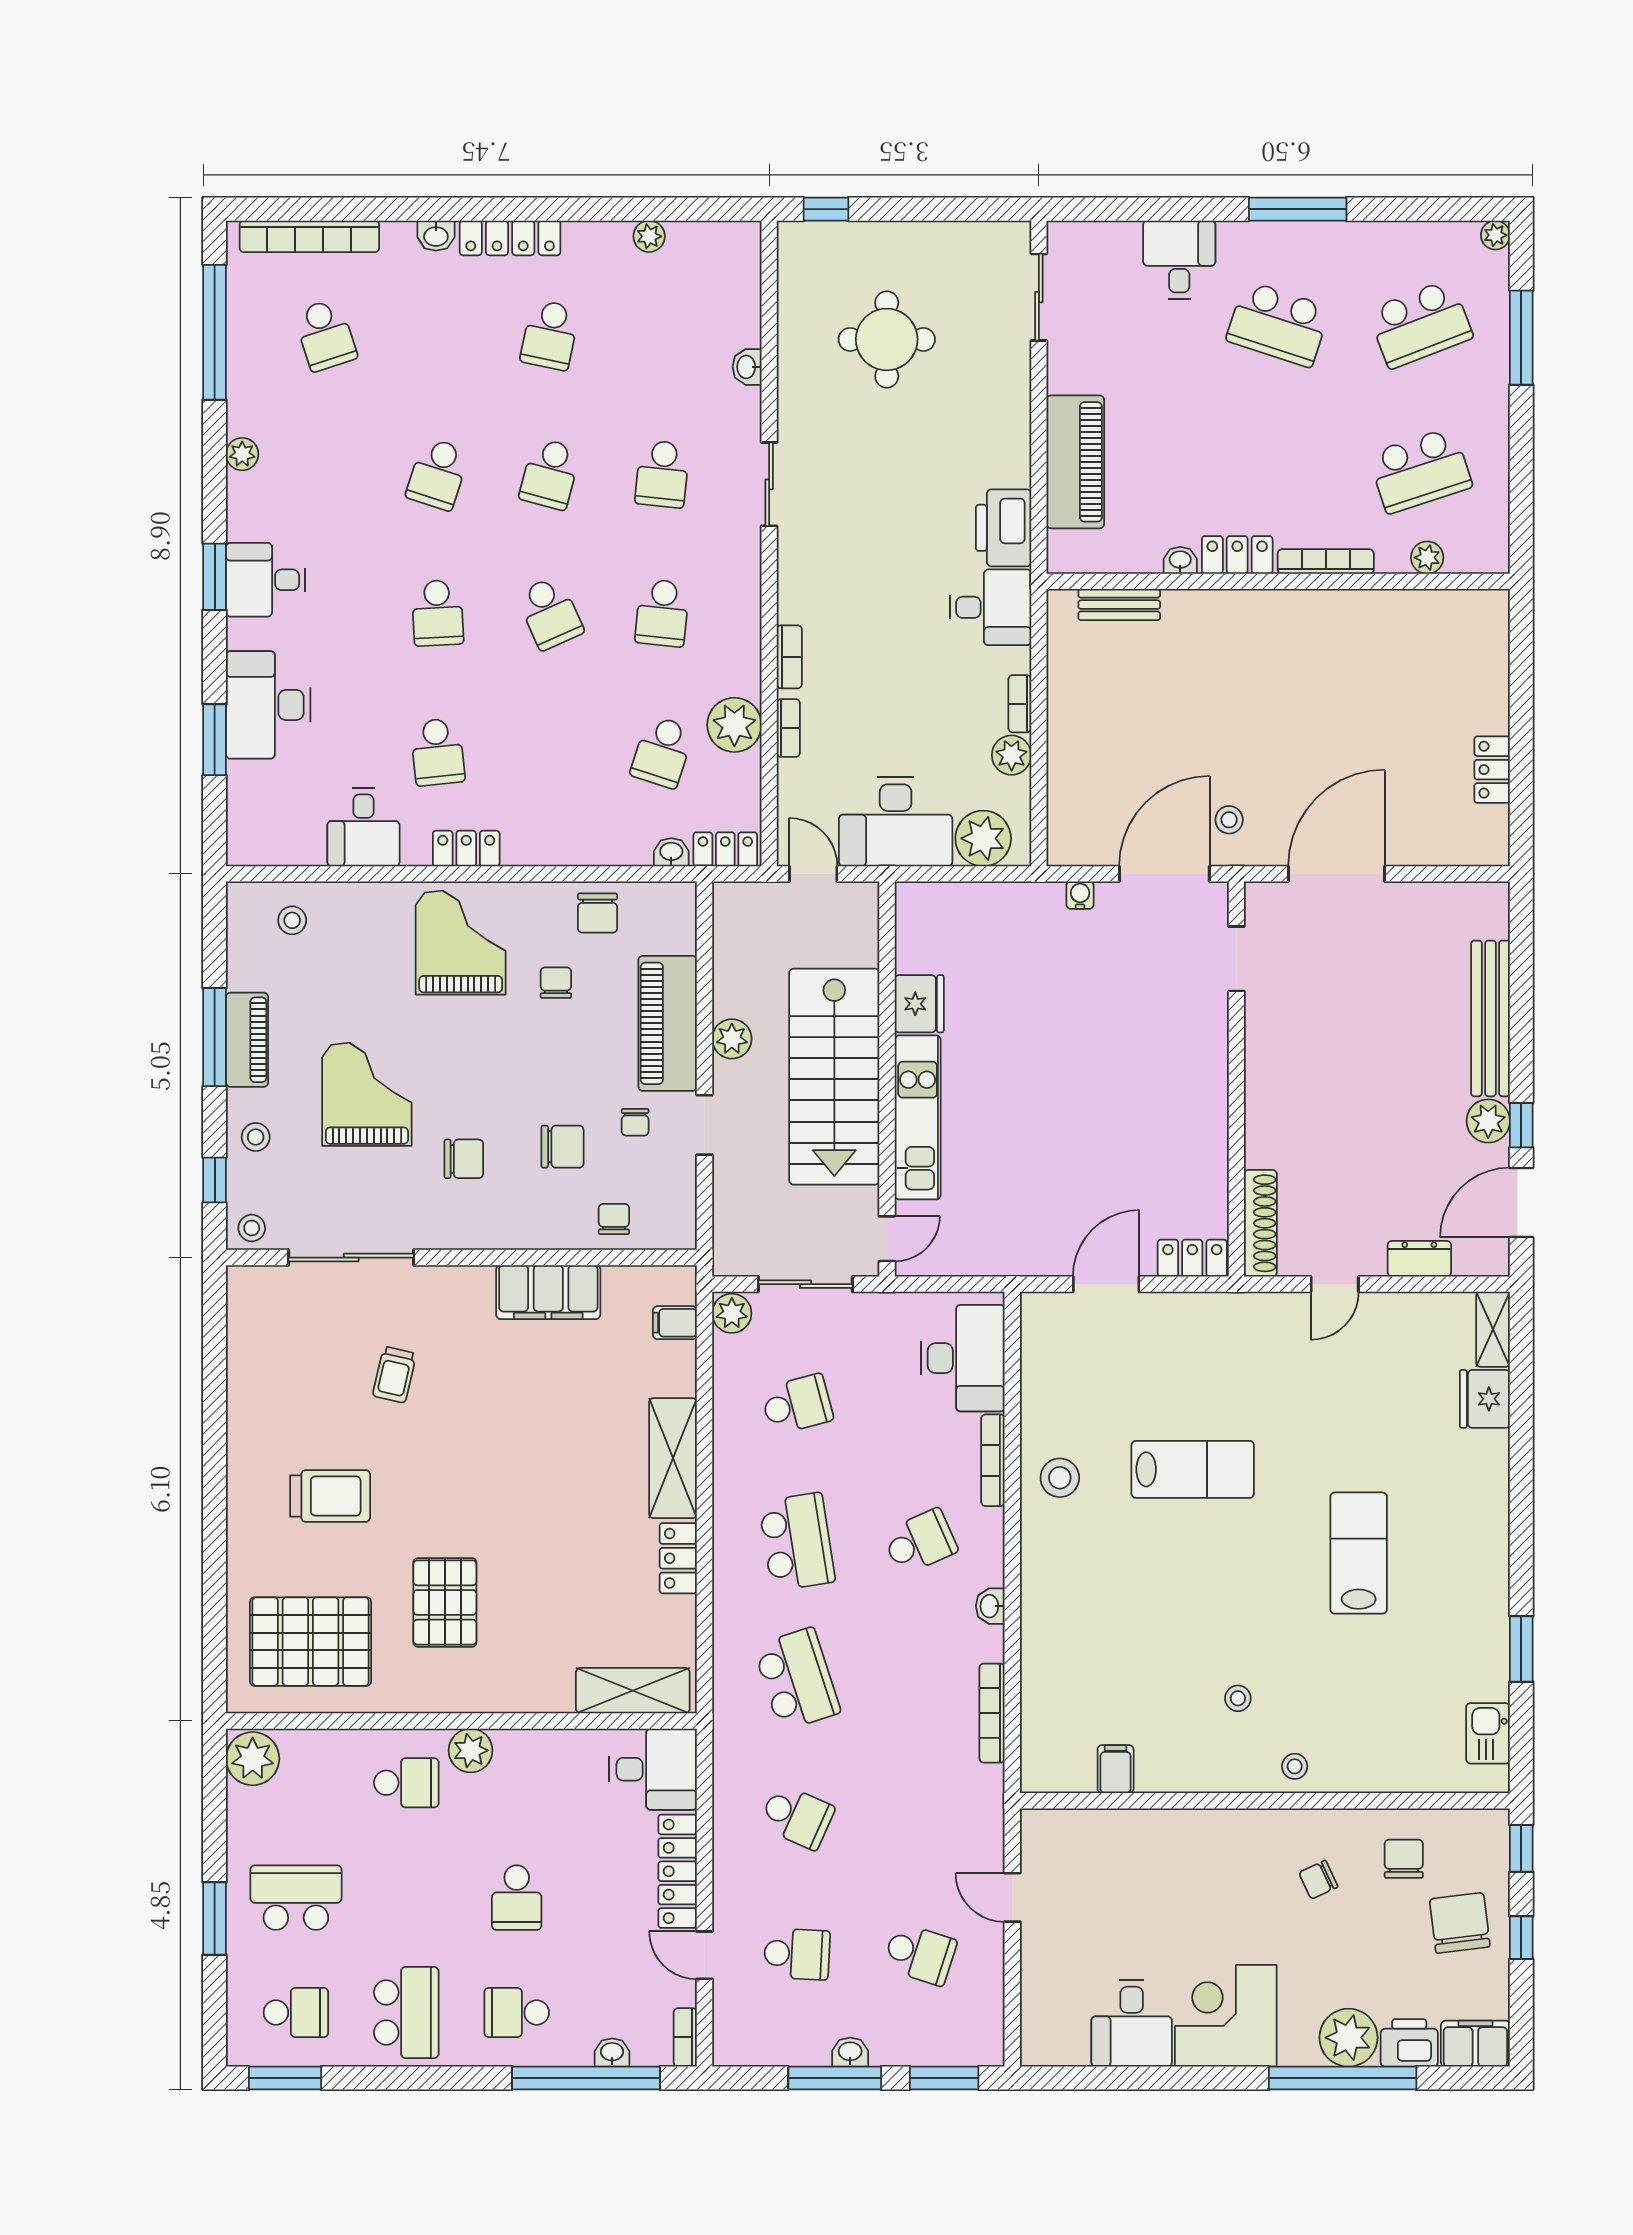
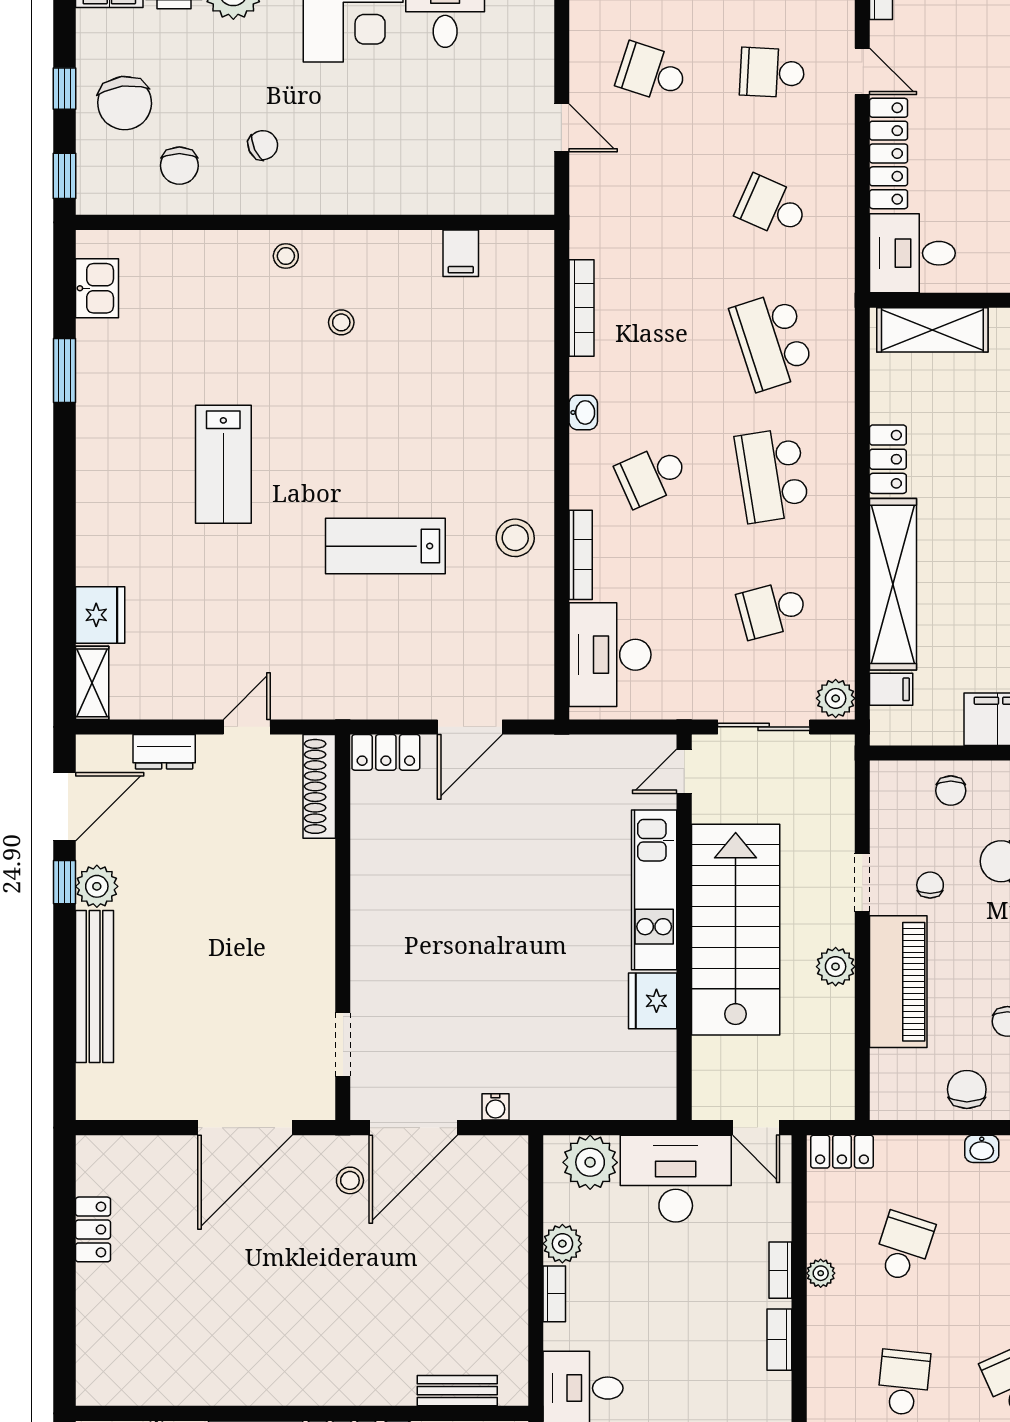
plant: (734, 725) -> (821, 1273), width x0.53, depth x0.53
washbasin: (671, 852) -> (982, 1149), moved
shelving: (673, 1458) -> (893, 584), width x1.47

